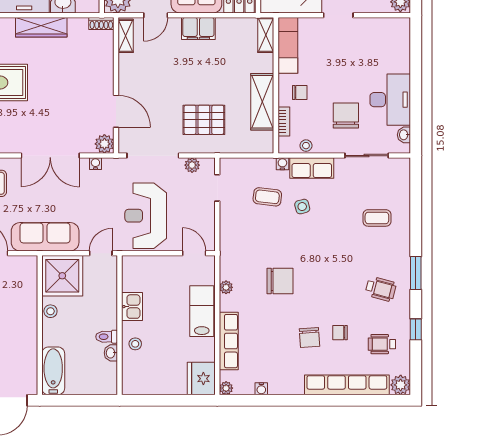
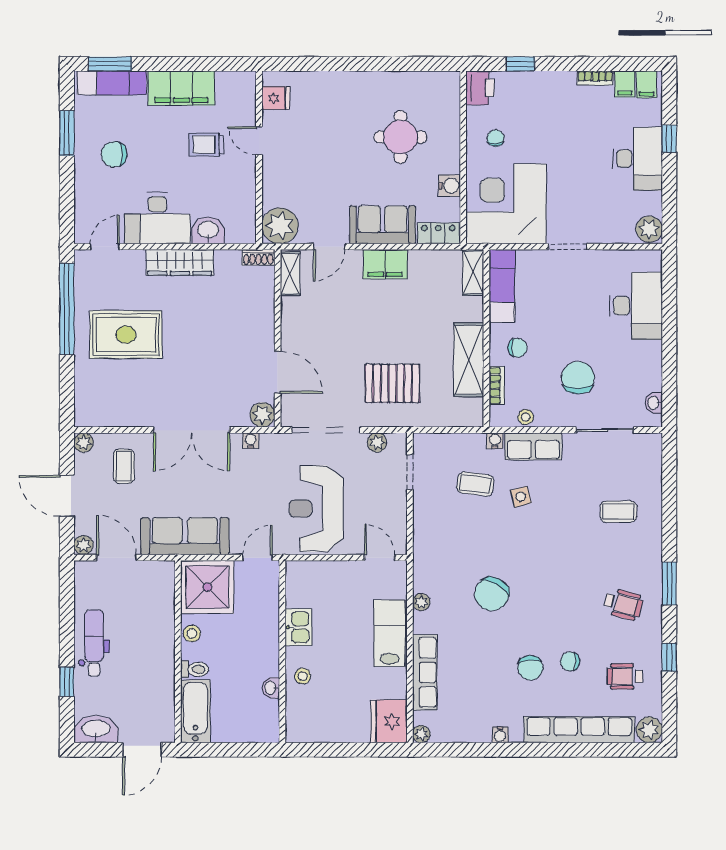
desk: (390, 100) -> (636, 306), moved
chair: (280, 281) -> (492, 594), turned 120
toilet: (107, 337) -> (195, 669), moved, turned 180
water cooler: (261, 389) -> (500, 735), moved

